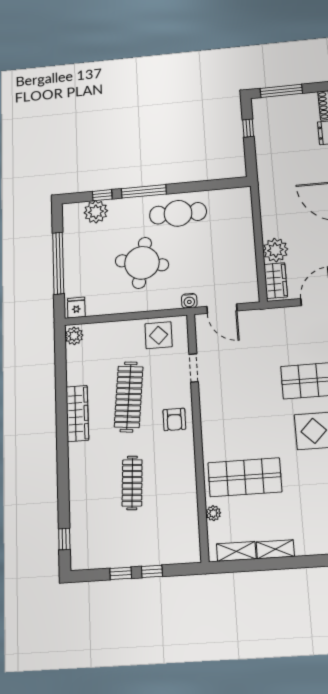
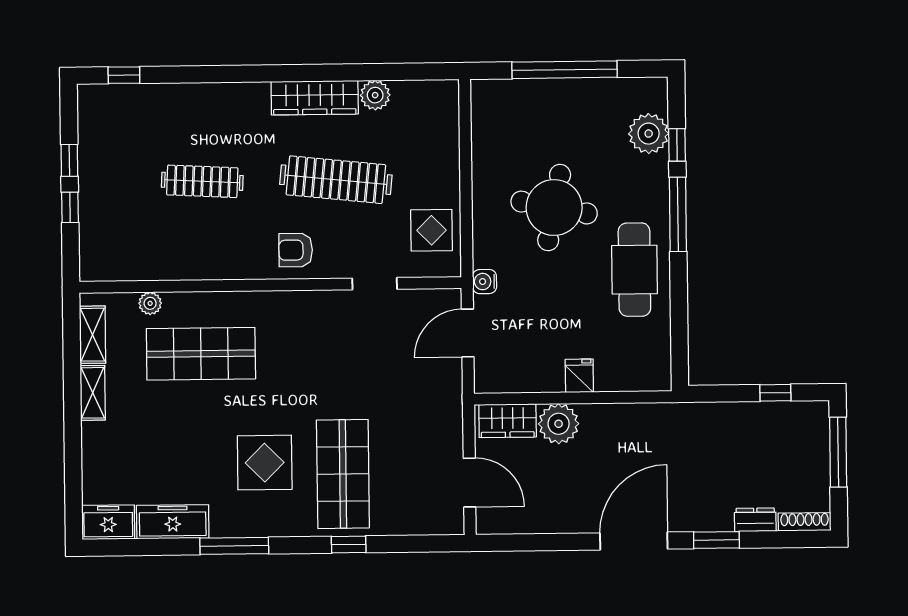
fridge: (76, 308) -> (579, 376), moved, turned -90
plant: (74, 336) -> (375, 95), moved
shop shelf: (245, 477) -> (201, 354), turned 90

